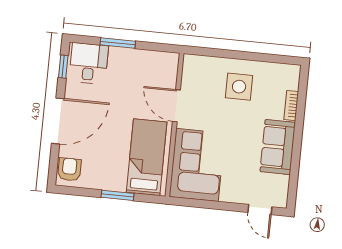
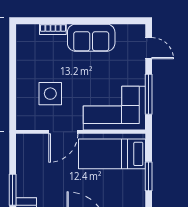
side table: (239, 87) -> (50, 94), moved
window: (209, 204) -> (149, 94), added
door: (260, 210) -> (149, 48), hinge flipped

